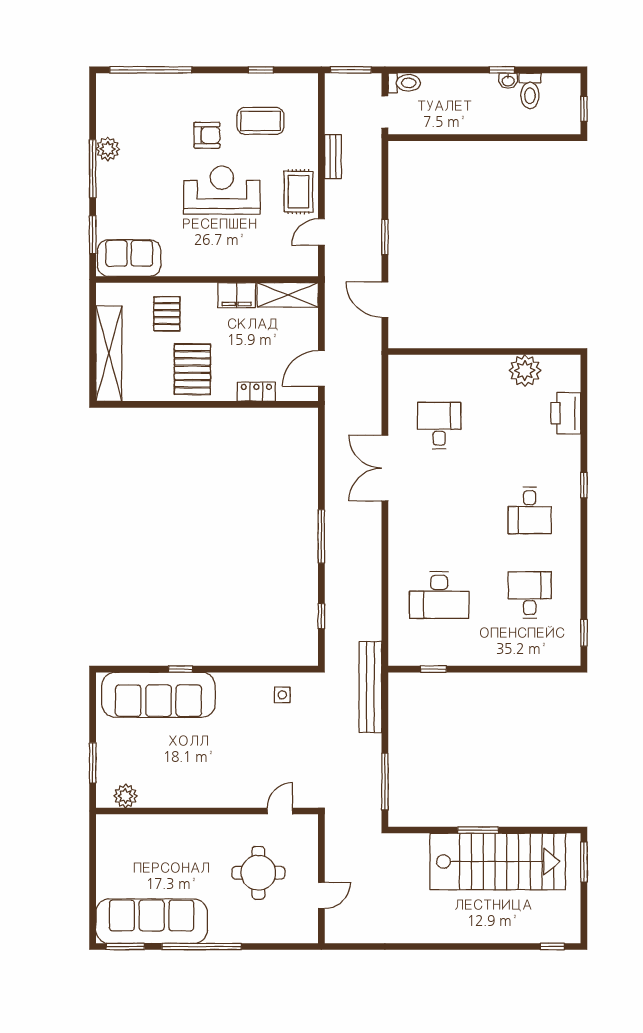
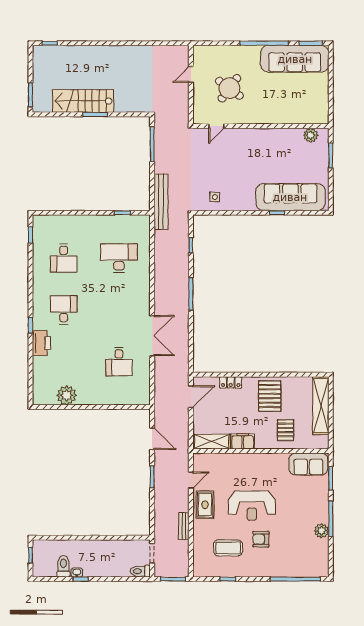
printer: (566, 413) -> (41, 343), moved
stairs: (498, 861) -> (83, 101), width x0.73, depth x0.66
round table: (258, 873) -> (229, 88), turned 36

